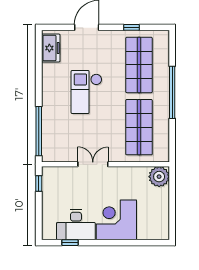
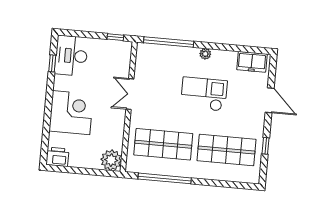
window: (172, 92) -> (165, 178), moved
plant: (47, 94) -> (205, 54), added
double door: (93, 164) -> (130, 94), swing flipped
desk: (76, 225) -> (71, 56), moved
printer: (161, 229) -> (57, 157), added

